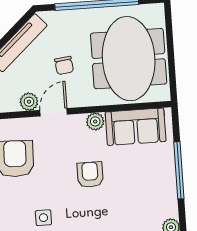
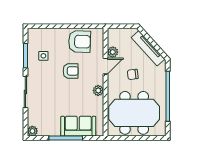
door: (54, 112) -> (105, 66), hinge flipped
sofa: (136, 127) -> (78, 126), moved, turned 90
armchair: (90, 175) -> (71, 71), moved

